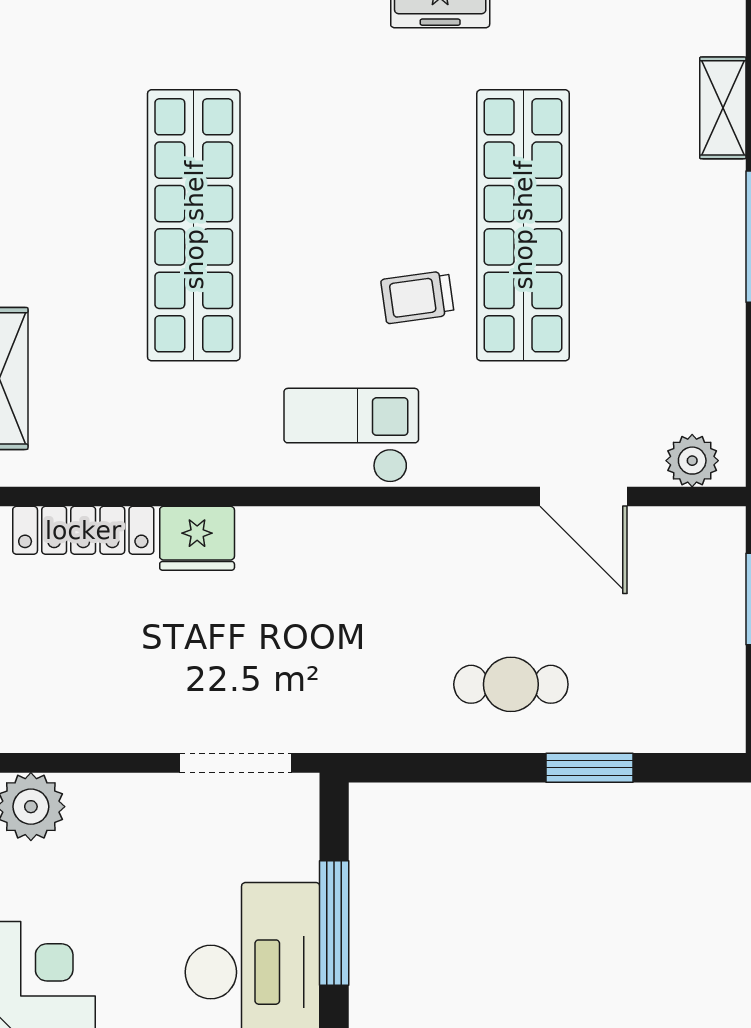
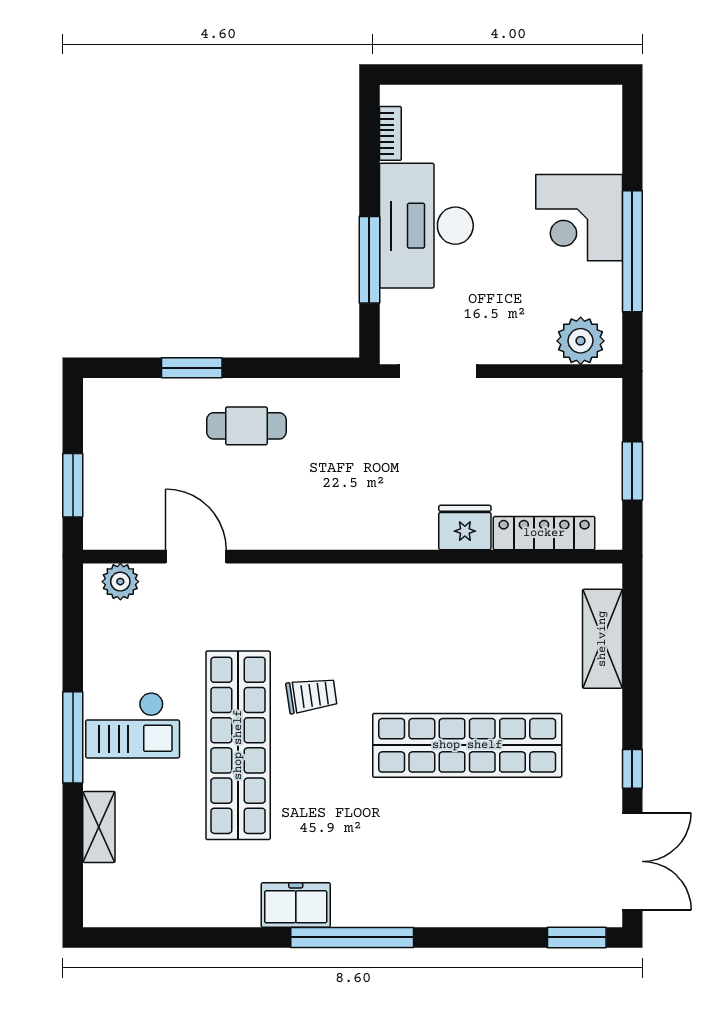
shop shelf: (194, 225) -> (467, 745), turned 90
checkout: (351, 435) -> (133, 725), moved

